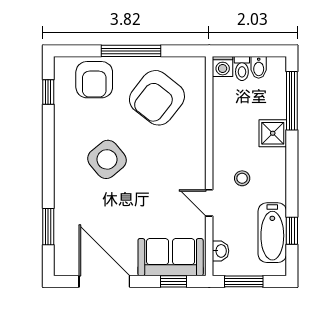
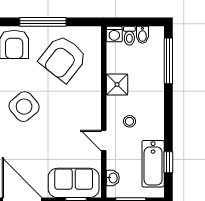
shower: (273, 133) -> (117, 84), moved

